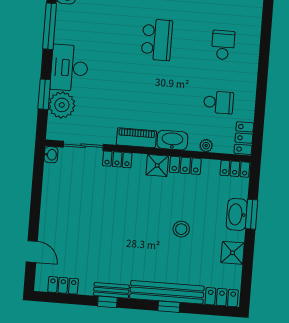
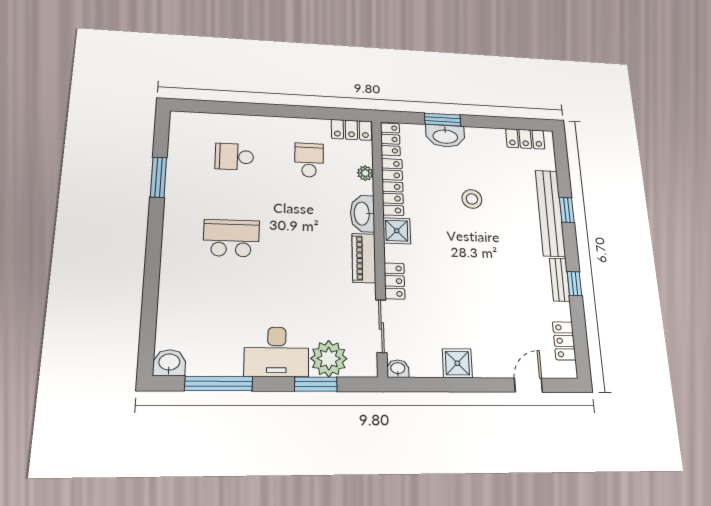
locker: (185, 165) -> (392, 187), width x1.53
shower: (233, 253) -> (457, 363), moved
locker: (222, 297) -> (525, 139), moved, turned -90

